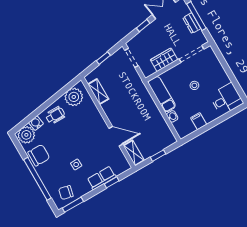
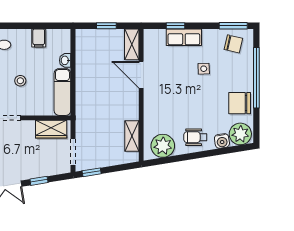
window: (103, 58) -> (92, 172), moved
wardrobe: (164, 60) -> (51, 129), moved

